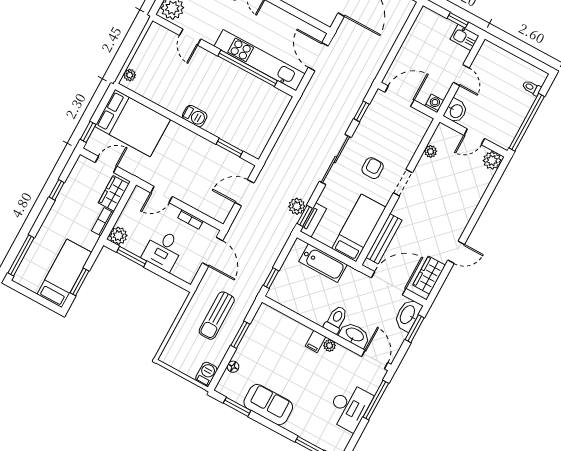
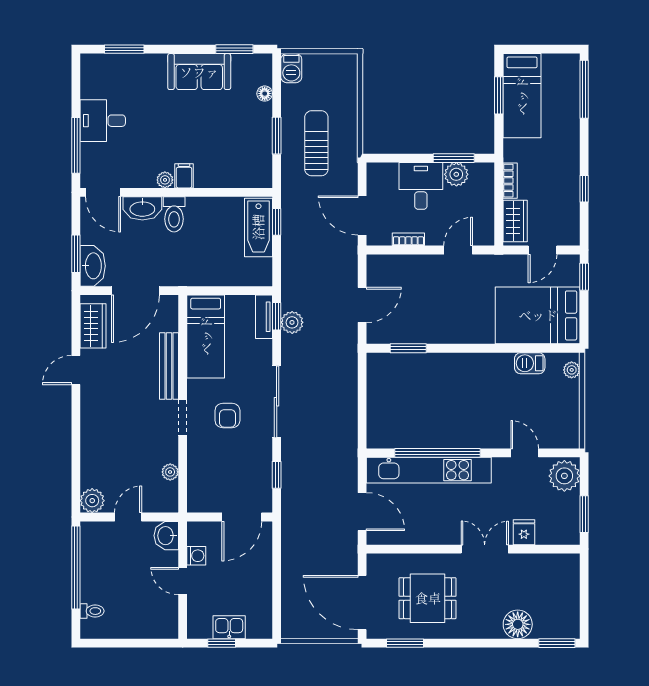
kitchen sink: (464, 38) -> (229, 627), moved
washing machine: (434, 103) -> (196, 556), moved, turned -90
barbecue: (195, 116) -> (530, 363), moved
plant: (118, 236) -> (456, 174), moved
bench: (384, 239) -> (169, 366), moved
bathtub: (323, 263) -> (258, 227), moved, turned -90
desk: (349, 407) -> (103, 121), width x0.73

